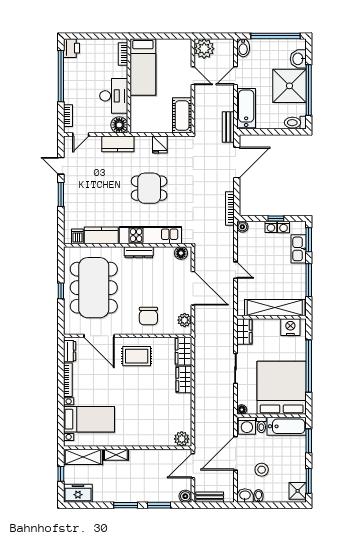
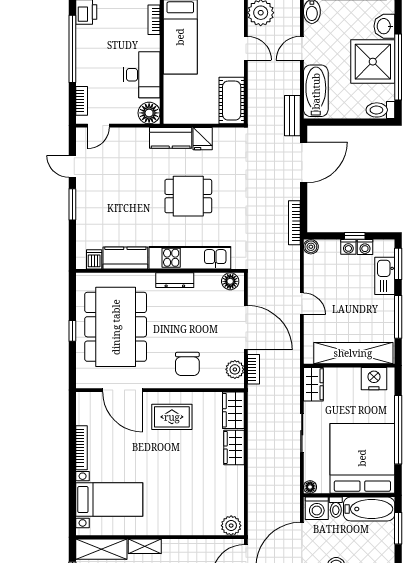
kitchen counter: (118, 144) -> (171, 138), moved
bookcase: (199, 320) -> (253, 369), added
dresser: (70, 351) -> (84, 410), removed

